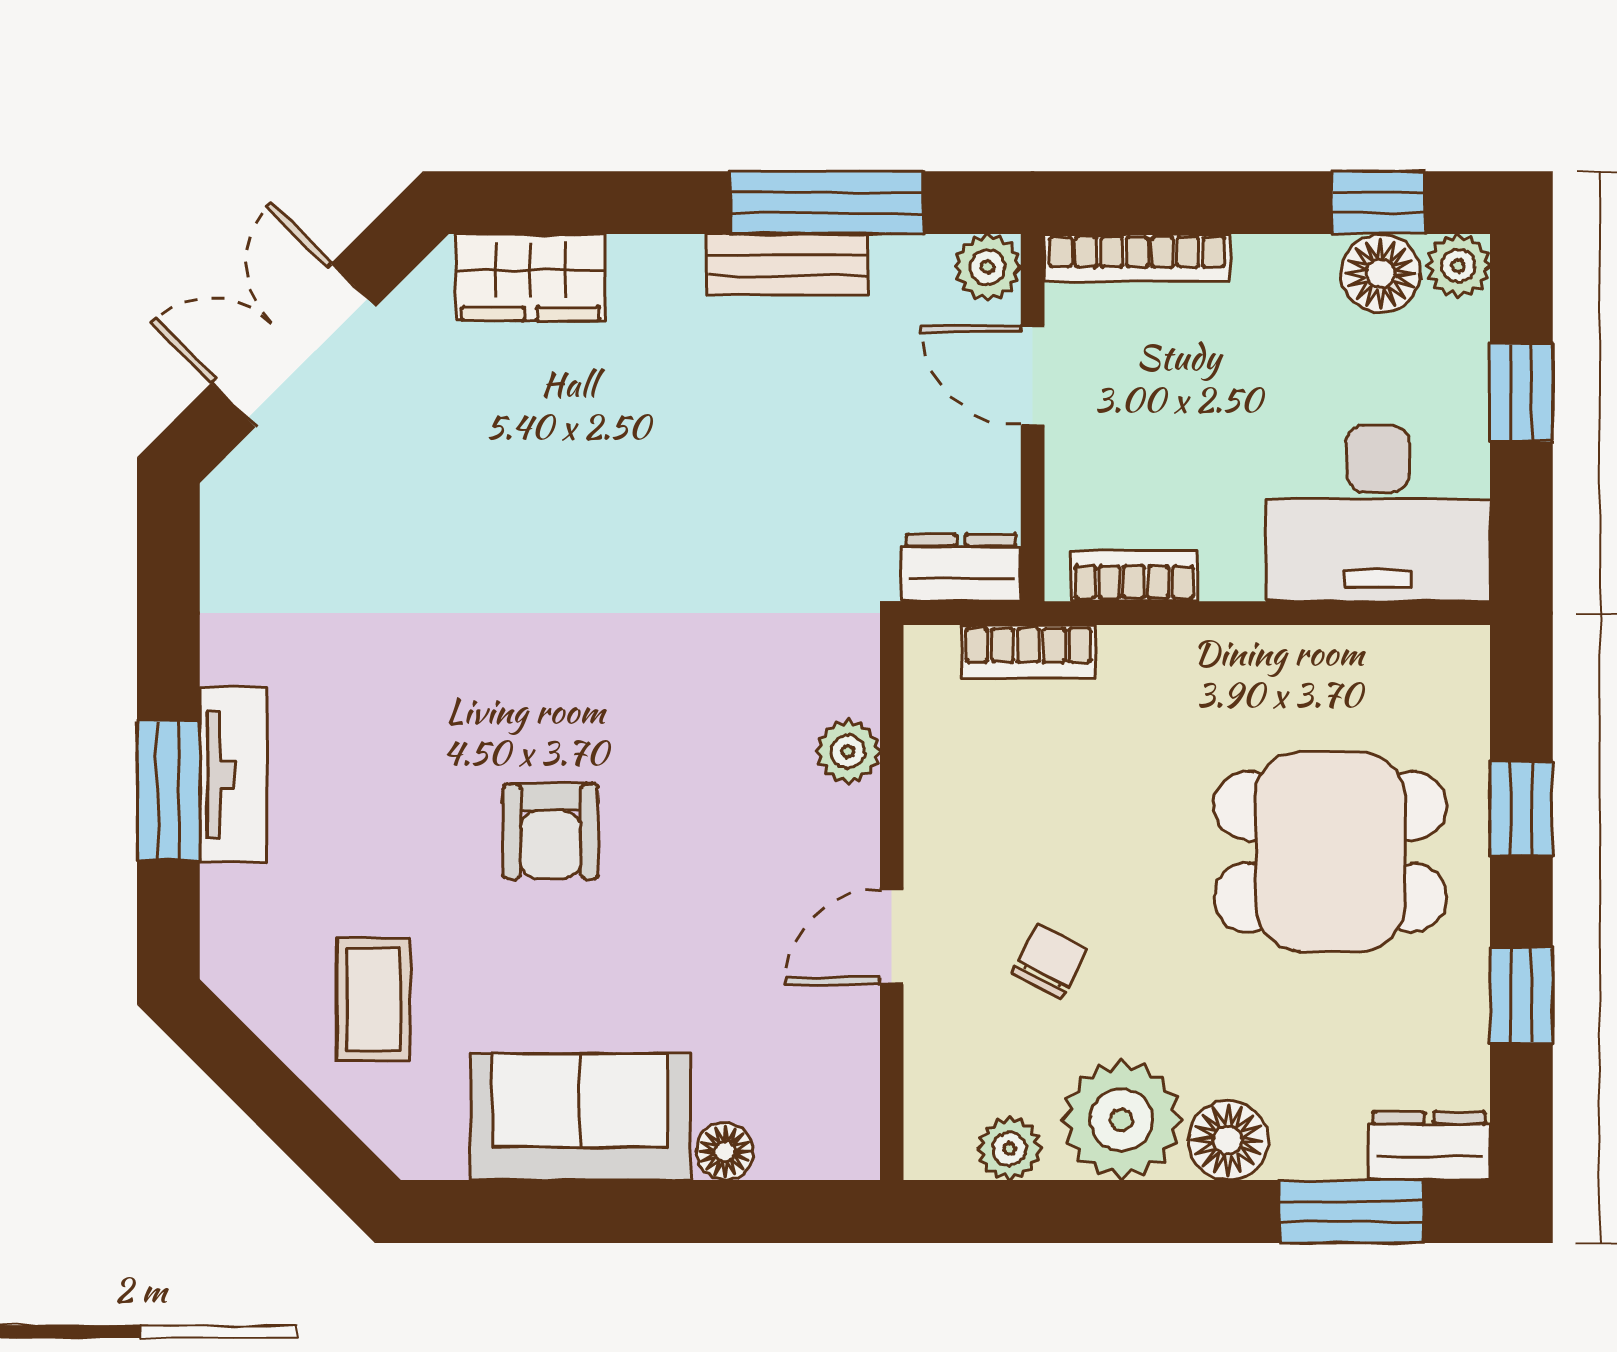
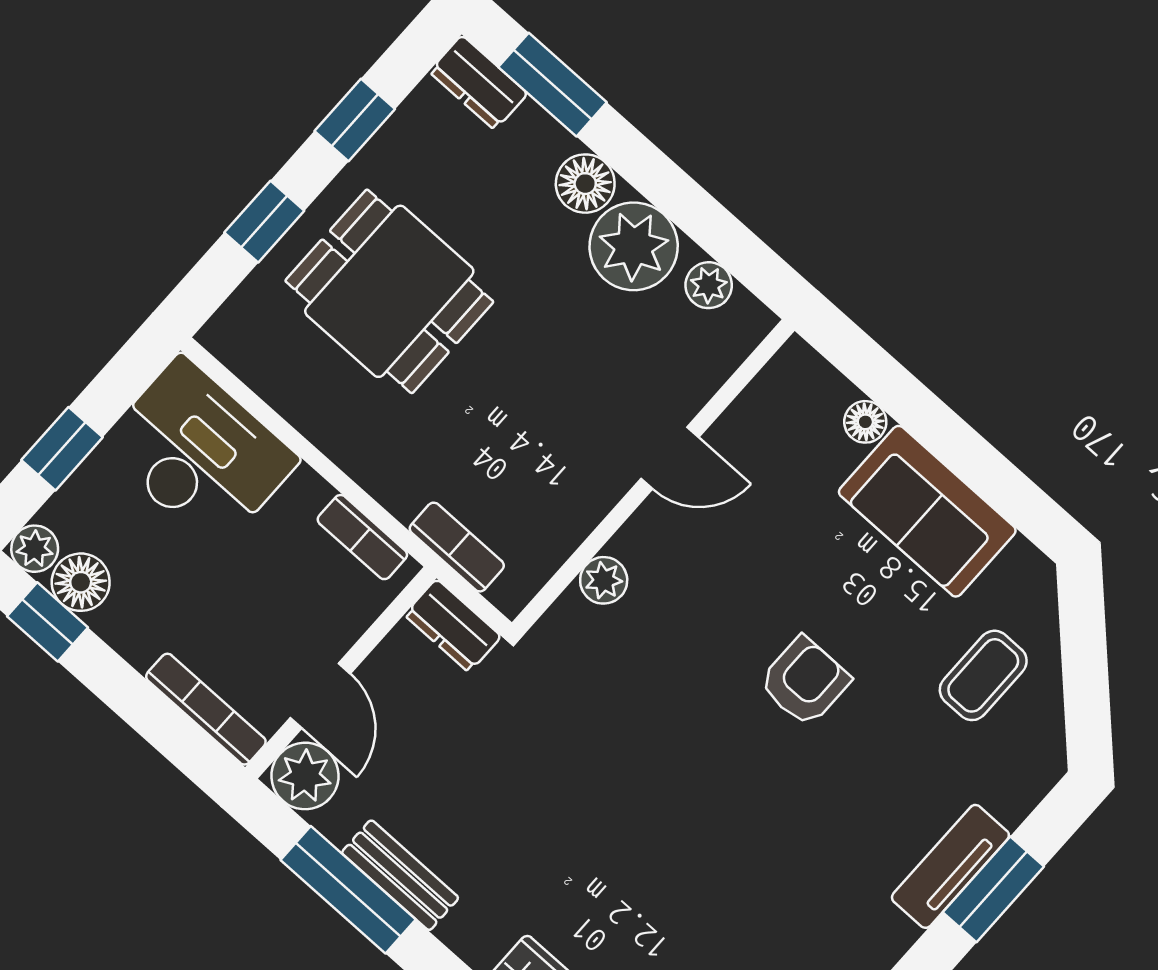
plant: (988, 267) -> (305, 776), width x1.38, depth x1.38
chair: (1050, 962) -> (596, 368), removed

